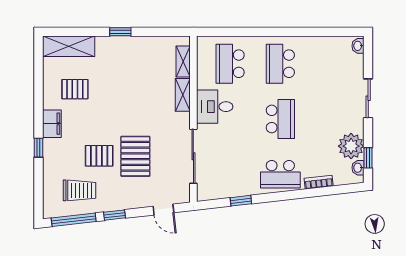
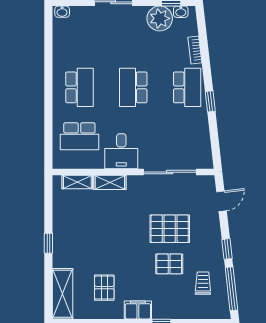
school desk: (280, 64) -> (79, 87), turned -90
school desk: (280, 119) -> (133, 87), turned -90
pallet: (99, 156) -> (169, 264), turned 90
trolley: (79, 190) -> (203, 283), width x0.73, depth x0.72
window: (241, 201) -> (210, 101), moved

